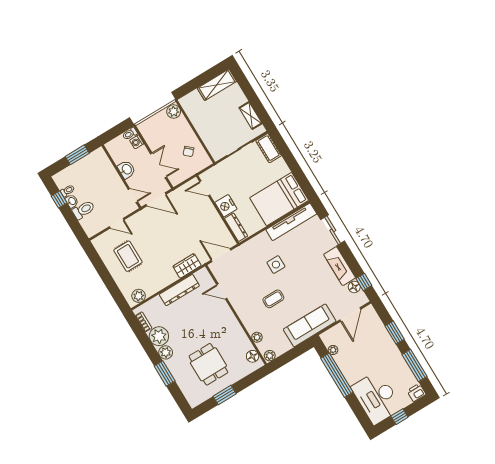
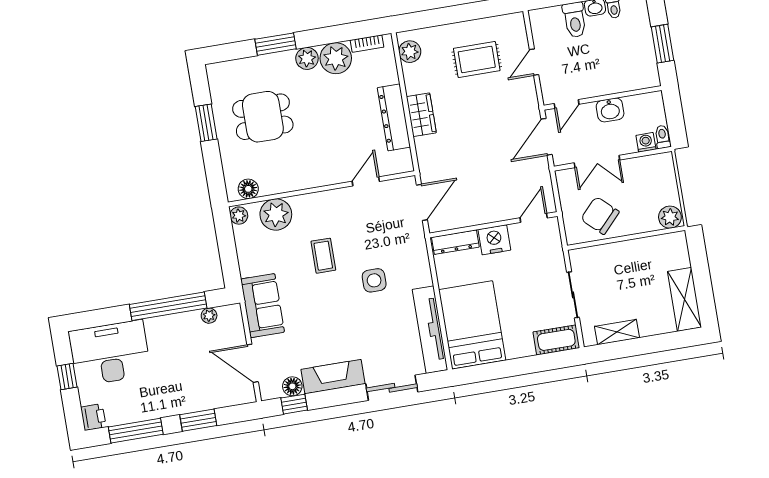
chair: (188, 151) -> (600, 216), width x1.87, depth x1.87
wardrobe: (187, 266) -> (421, 115), moved
sofa: (310, 325) -> (263, 306), width x0.73
plant: (257, 337) -> (276, 214), width x1.88, depth x1.88

